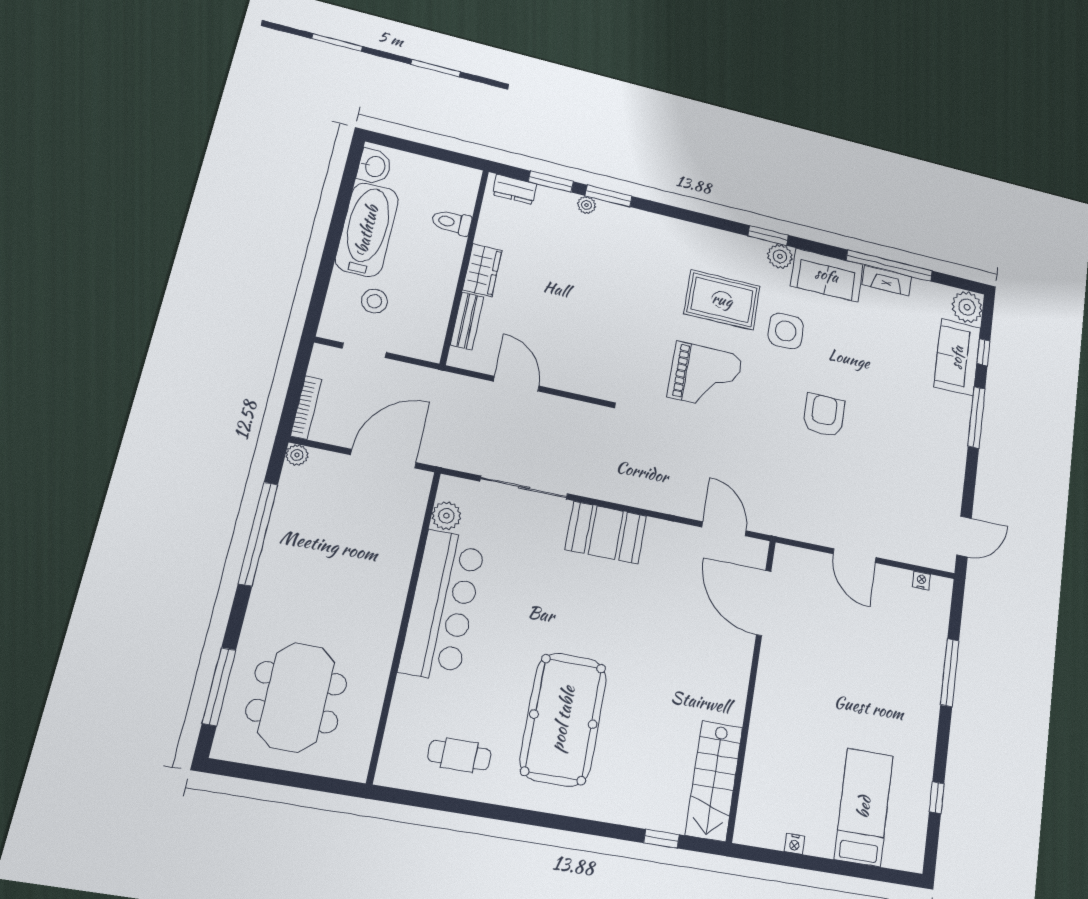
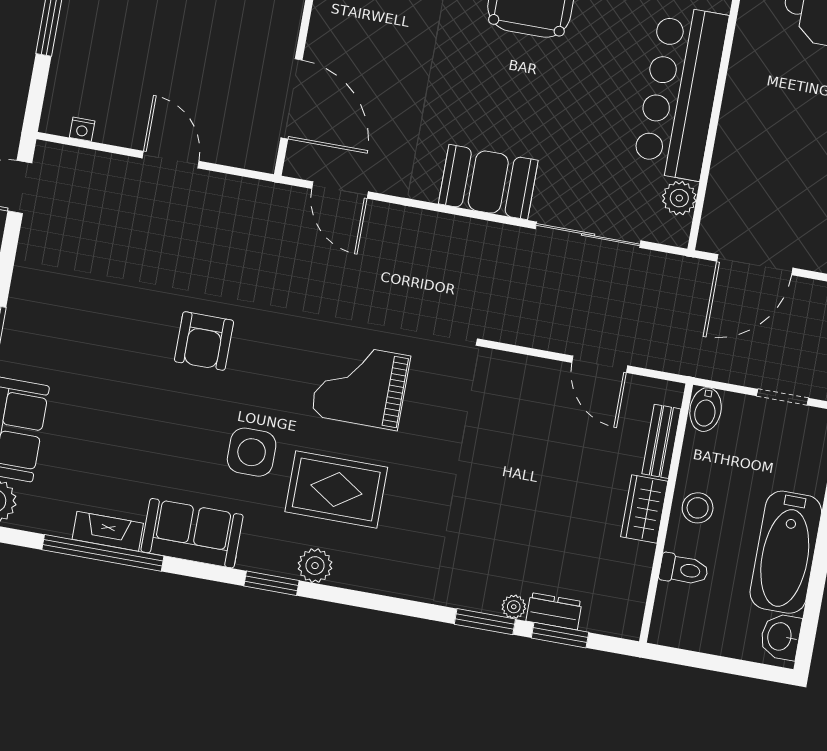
dresser: (515, 189) -> (554, 611), moved
plant: (780, 256) -> (315, 566), moved
stool: (374, 301) -> (698, 508), moved
bidet: (430, 344) -> (706, 410), added

